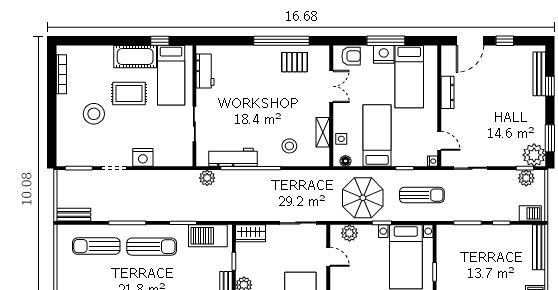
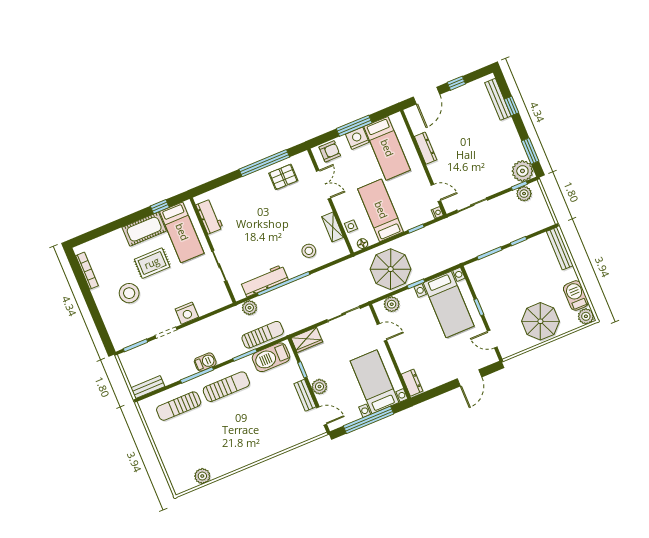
sun lounger: (422, 195) -> (263, 335), moved
barbecue: (530, 213) -> (205, 362), moved

